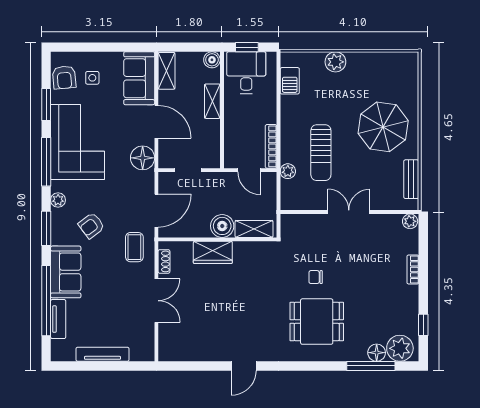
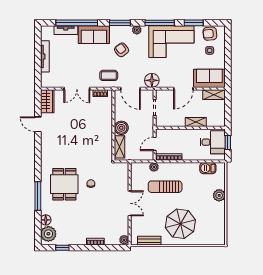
boiler: (212, 60) -> (220, 122), removed
floor lamp: (143, 158) -> (152, 80), moved
wardrobe: (213, 252) -> (47, 101), moved, turned 180
door: (244, 366) -> (38, 124), moved
window: (371, 366) -> (38, 196), moved

